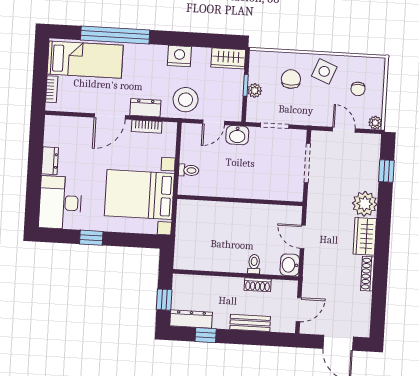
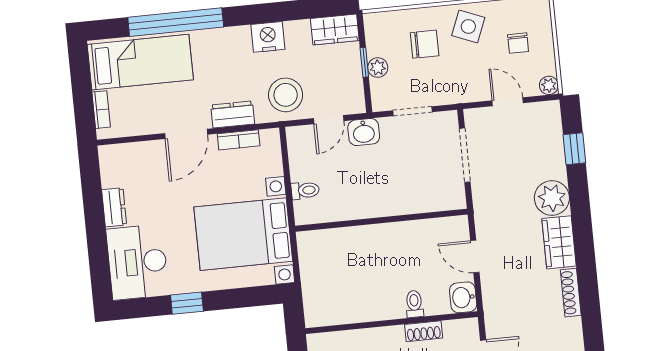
chair: (291, 79) -> (425, 44), turned 90

